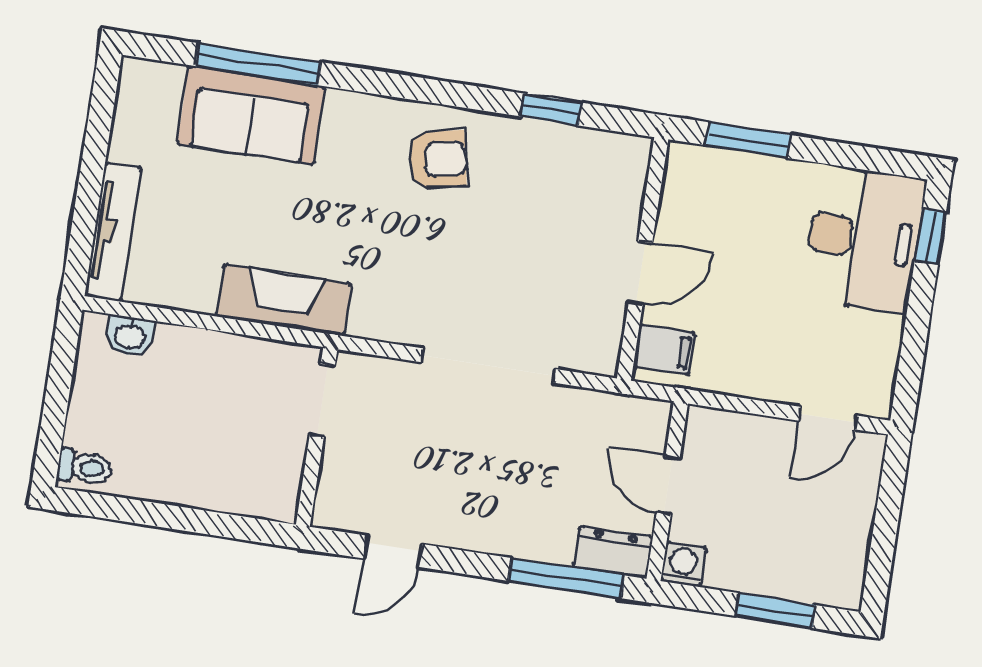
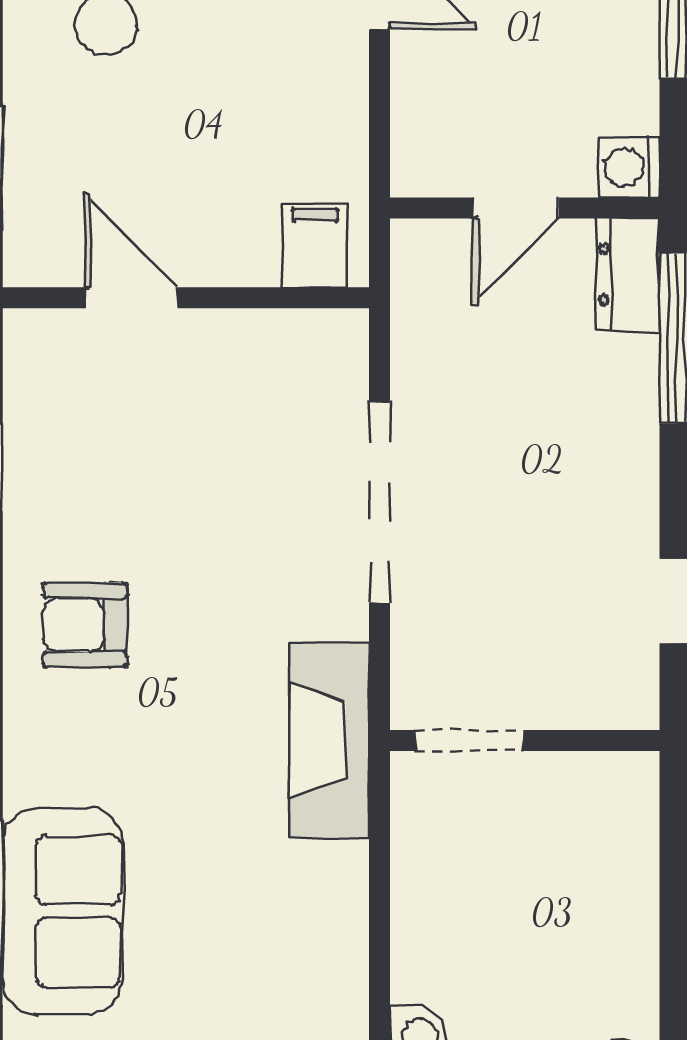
armchair: (437, 159) -> (85, 625), turned -79
door: (640, 273) -> (131, 298), moved
fireplace: (283, 300) -> (329, 740), moved

